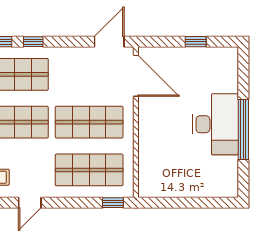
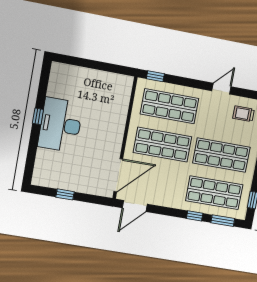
door: (136, 76) -> (118, 175), swing flipped
window: (243, 130) -> (38, 116), width x0.32

